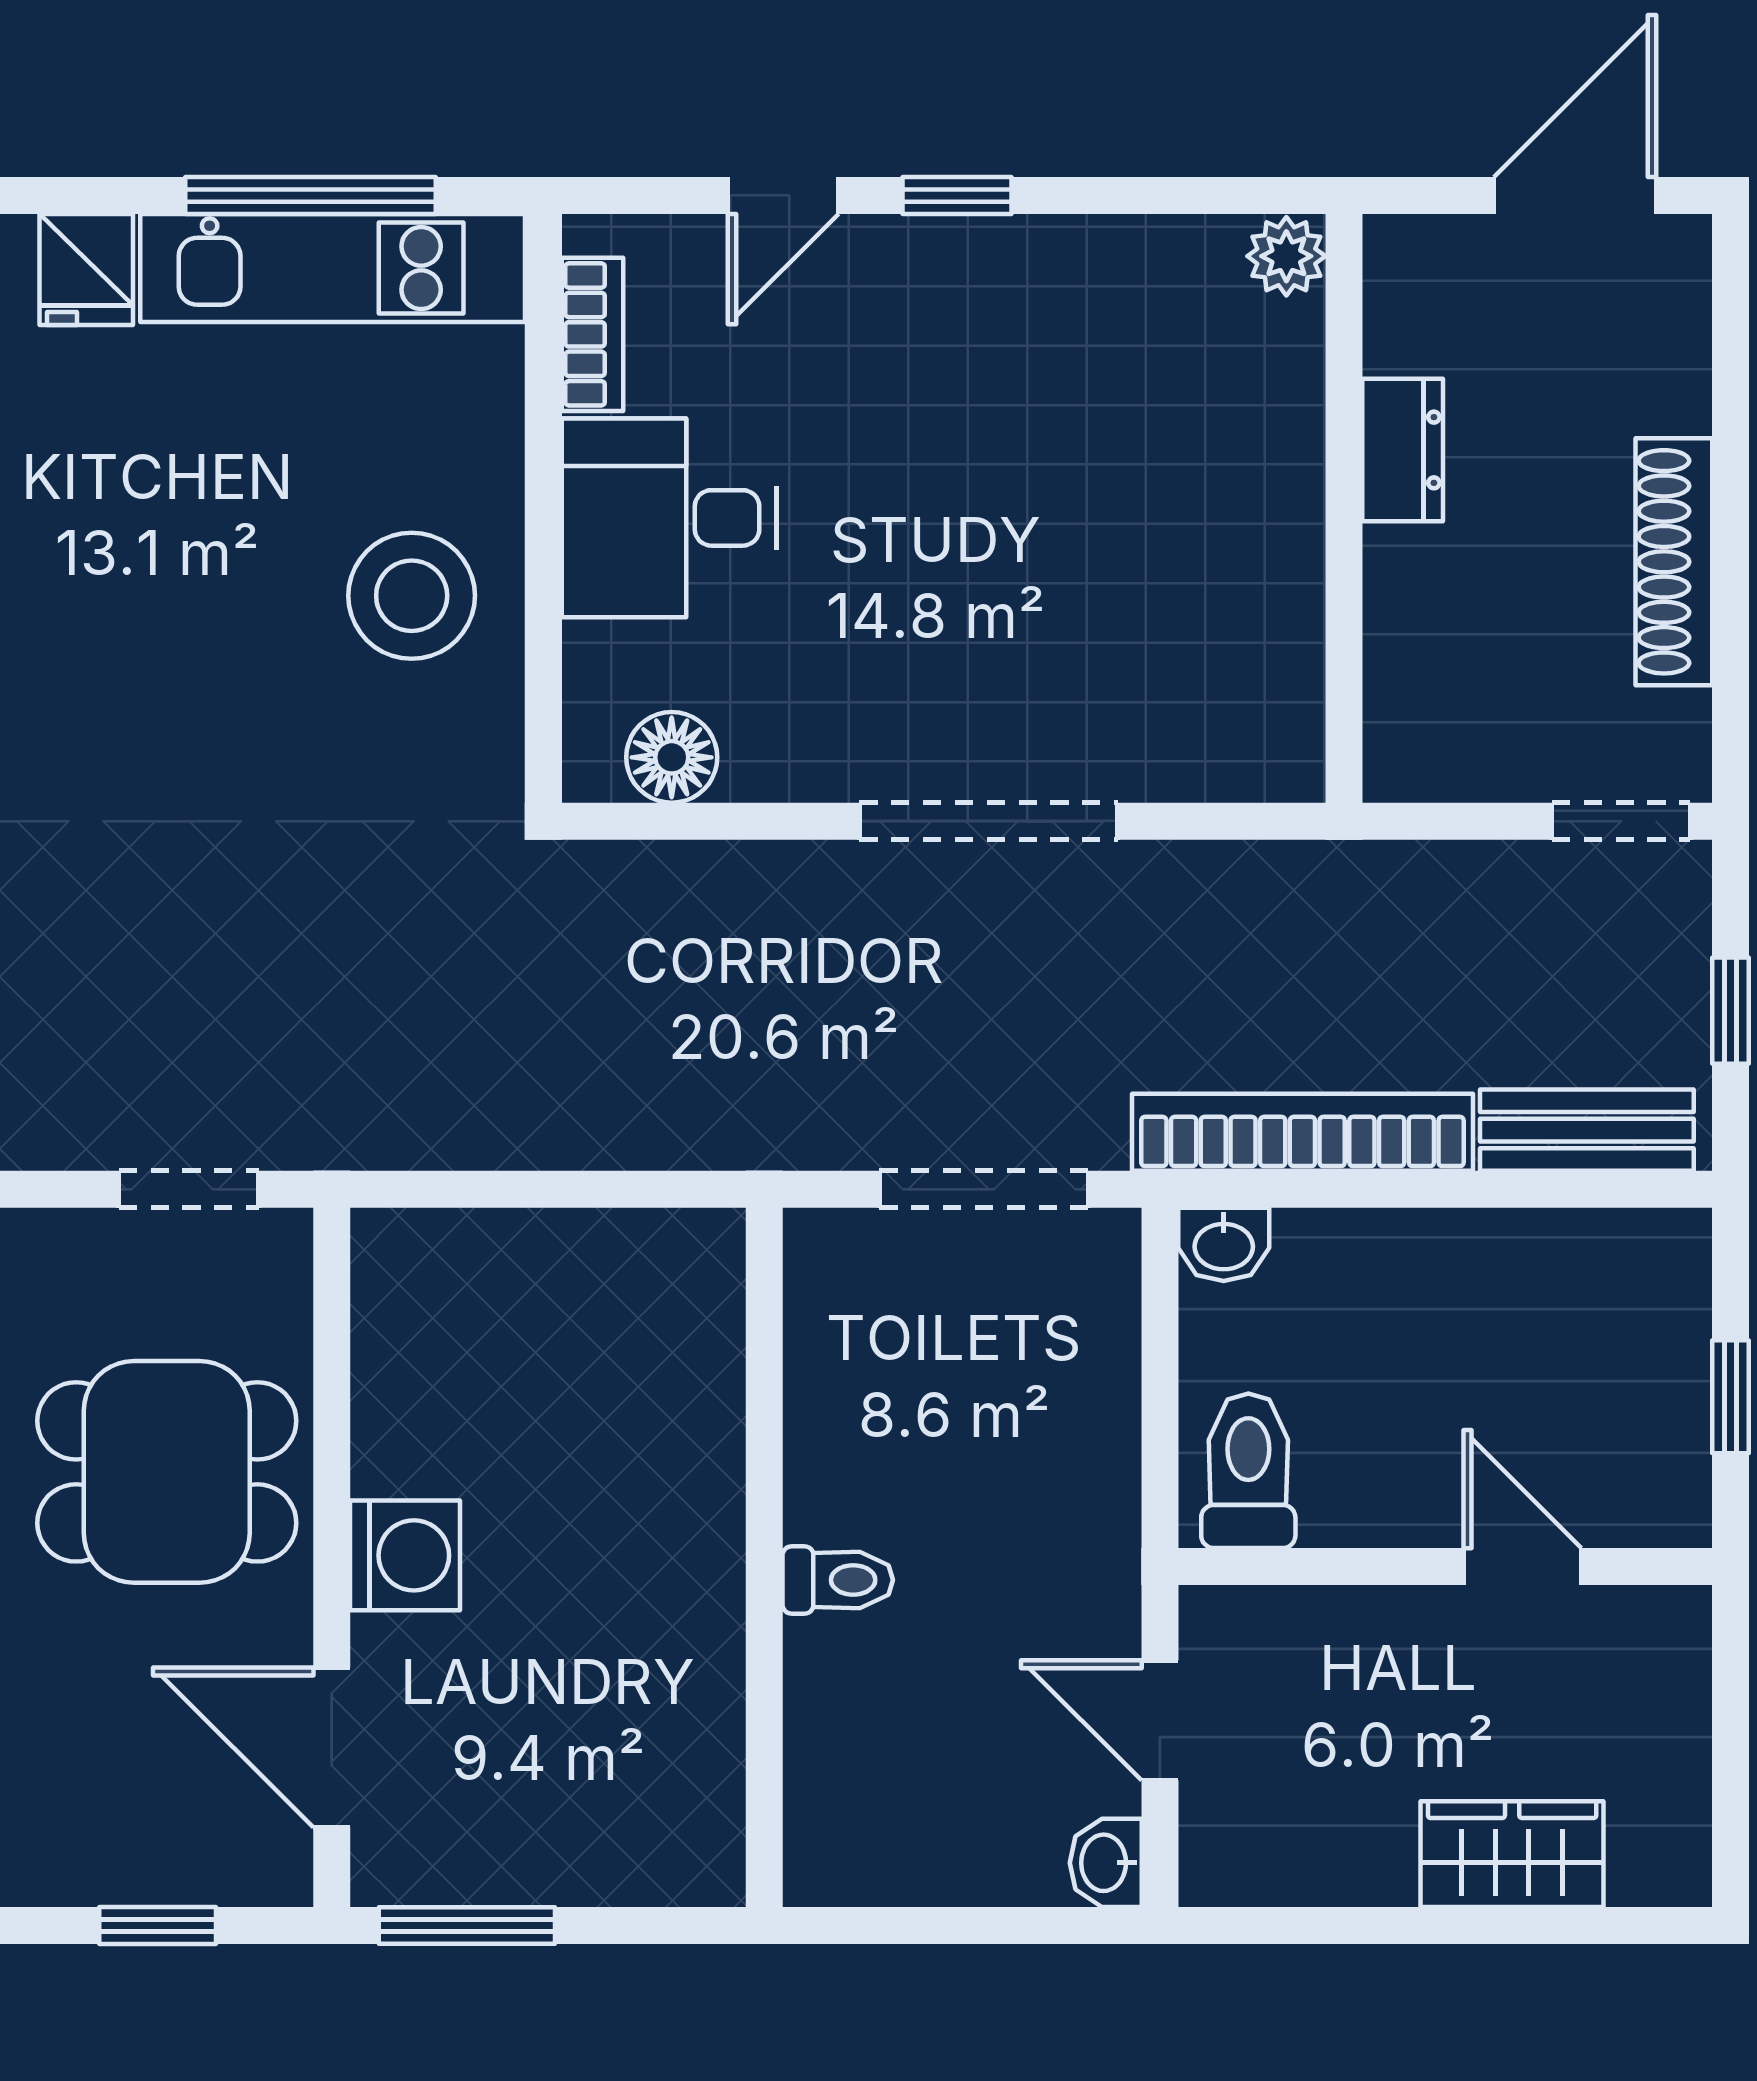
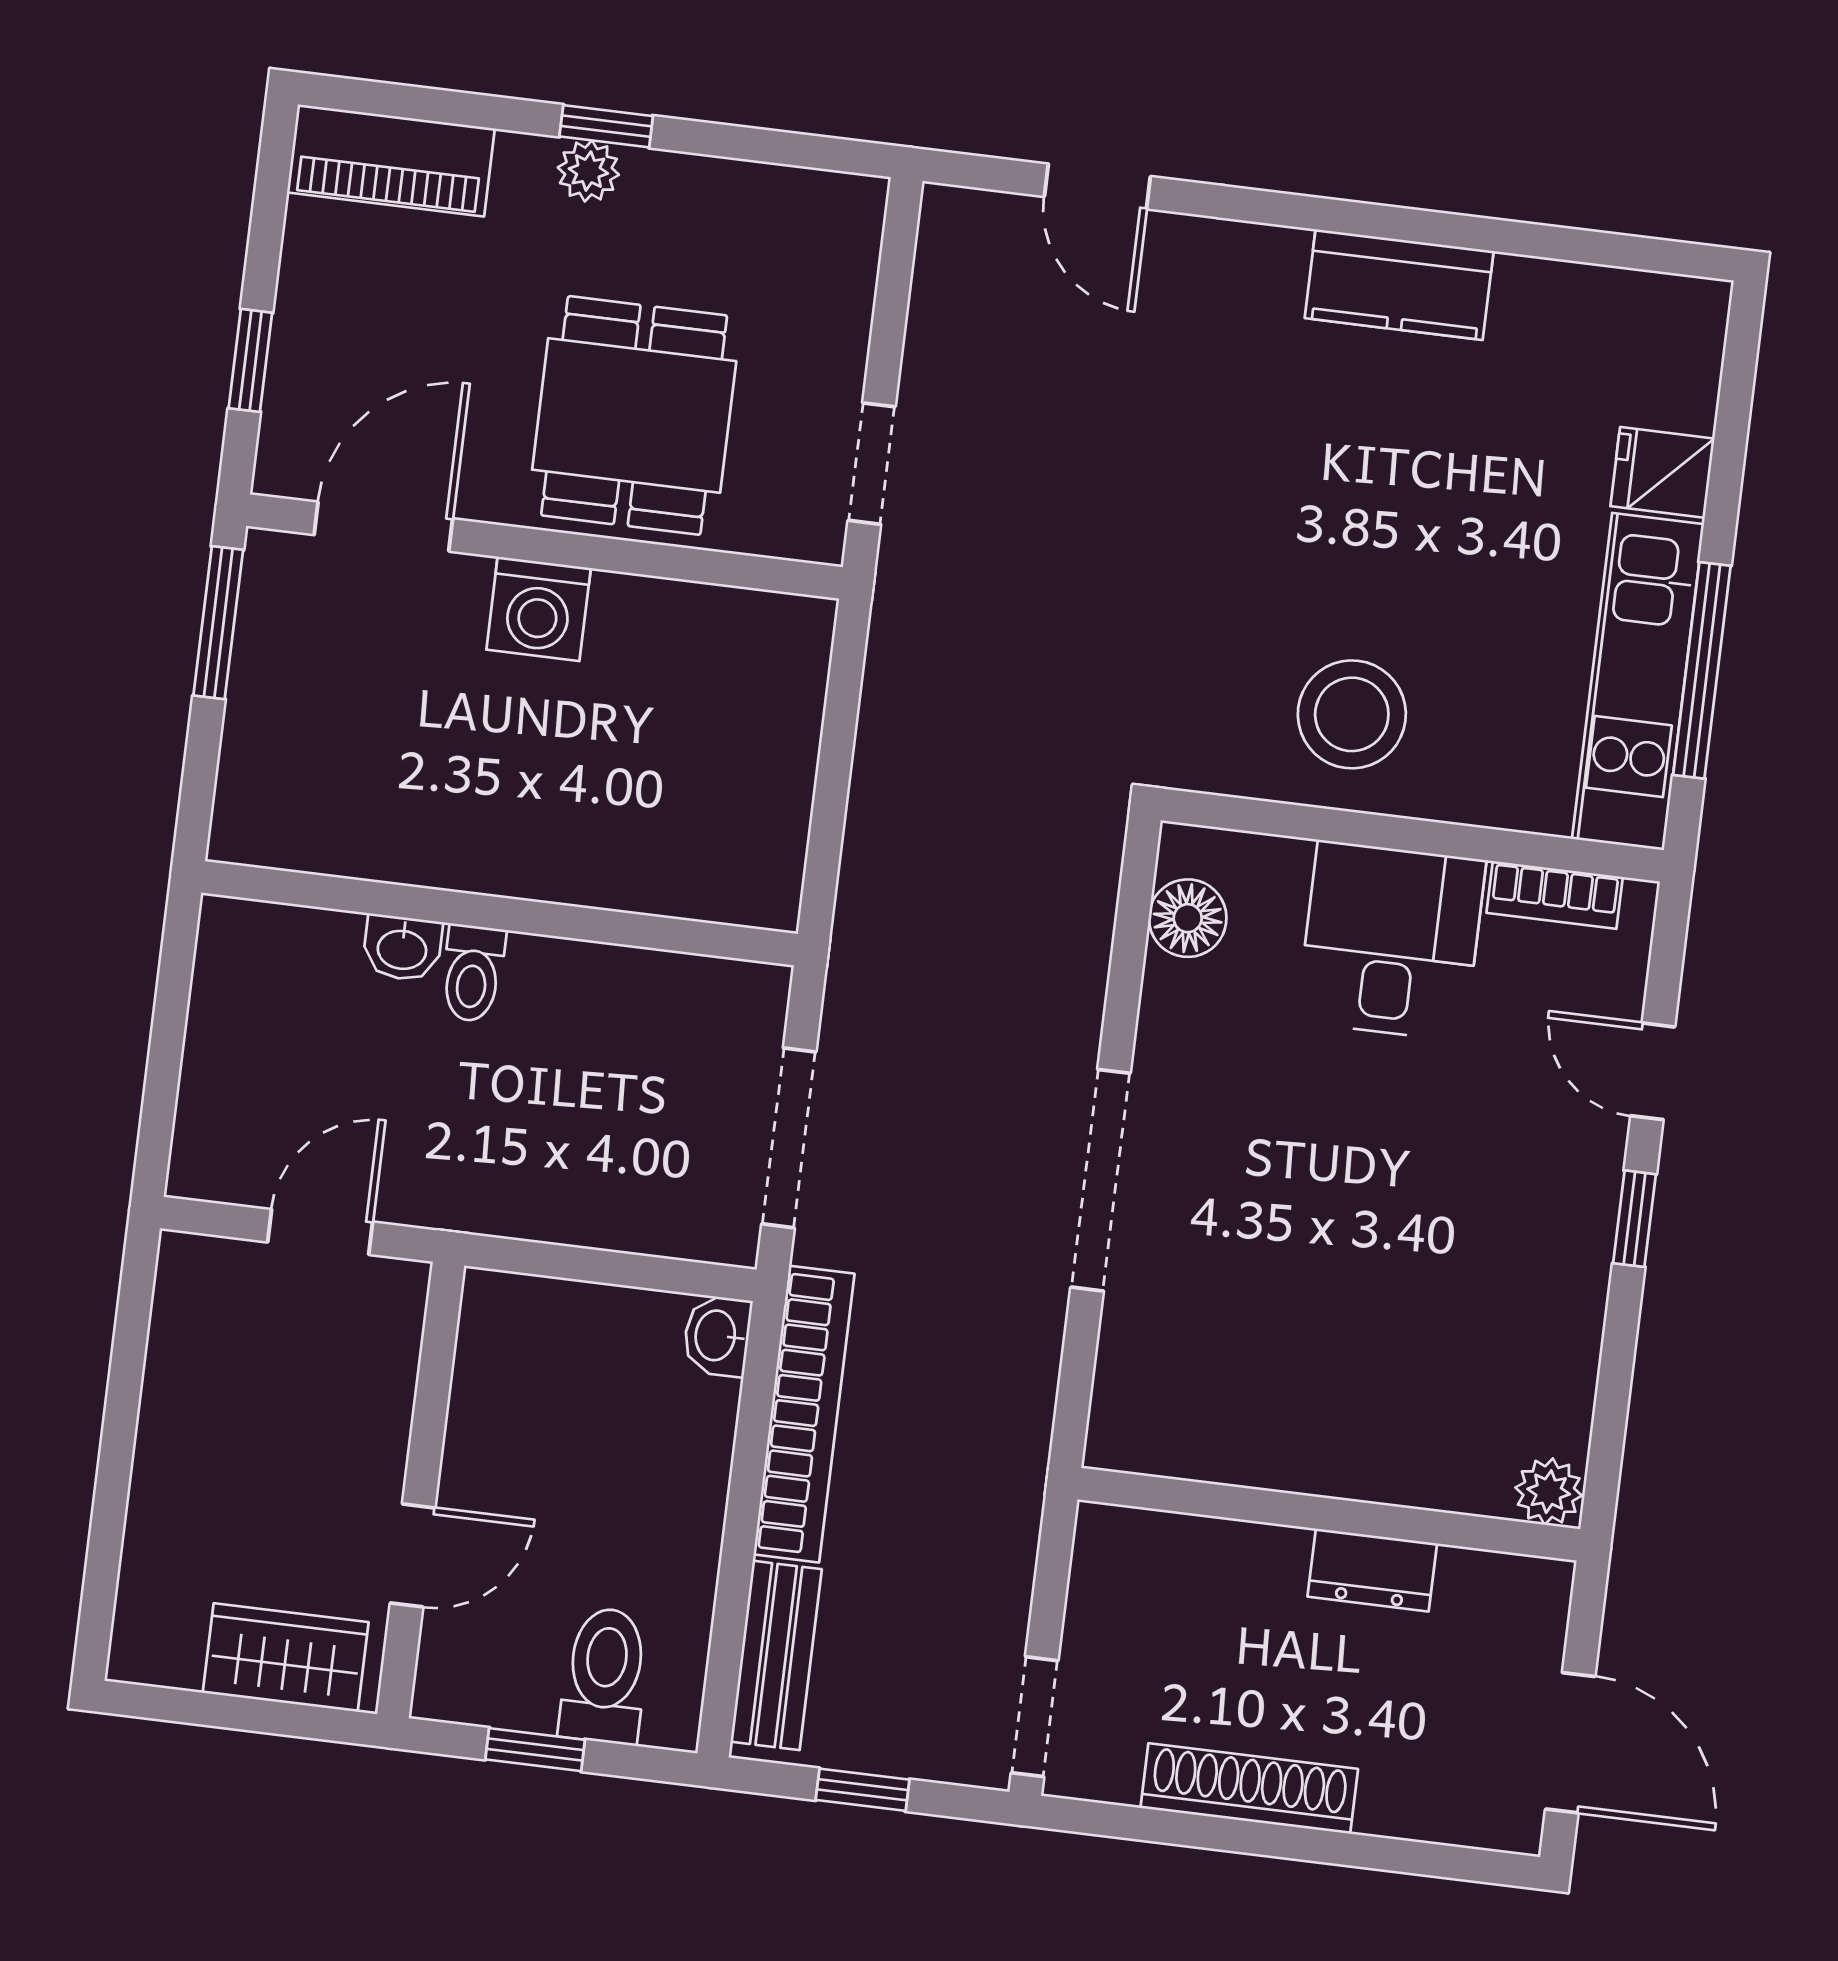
toilet: (1248, 1471) -> (605, 1676), moved, turned -90
wardrobe: (1512, 1854) -> (286, 1657), moved, turned -90
washbasin: (1106, 1863) -> (402, 948), moved, turned 180

